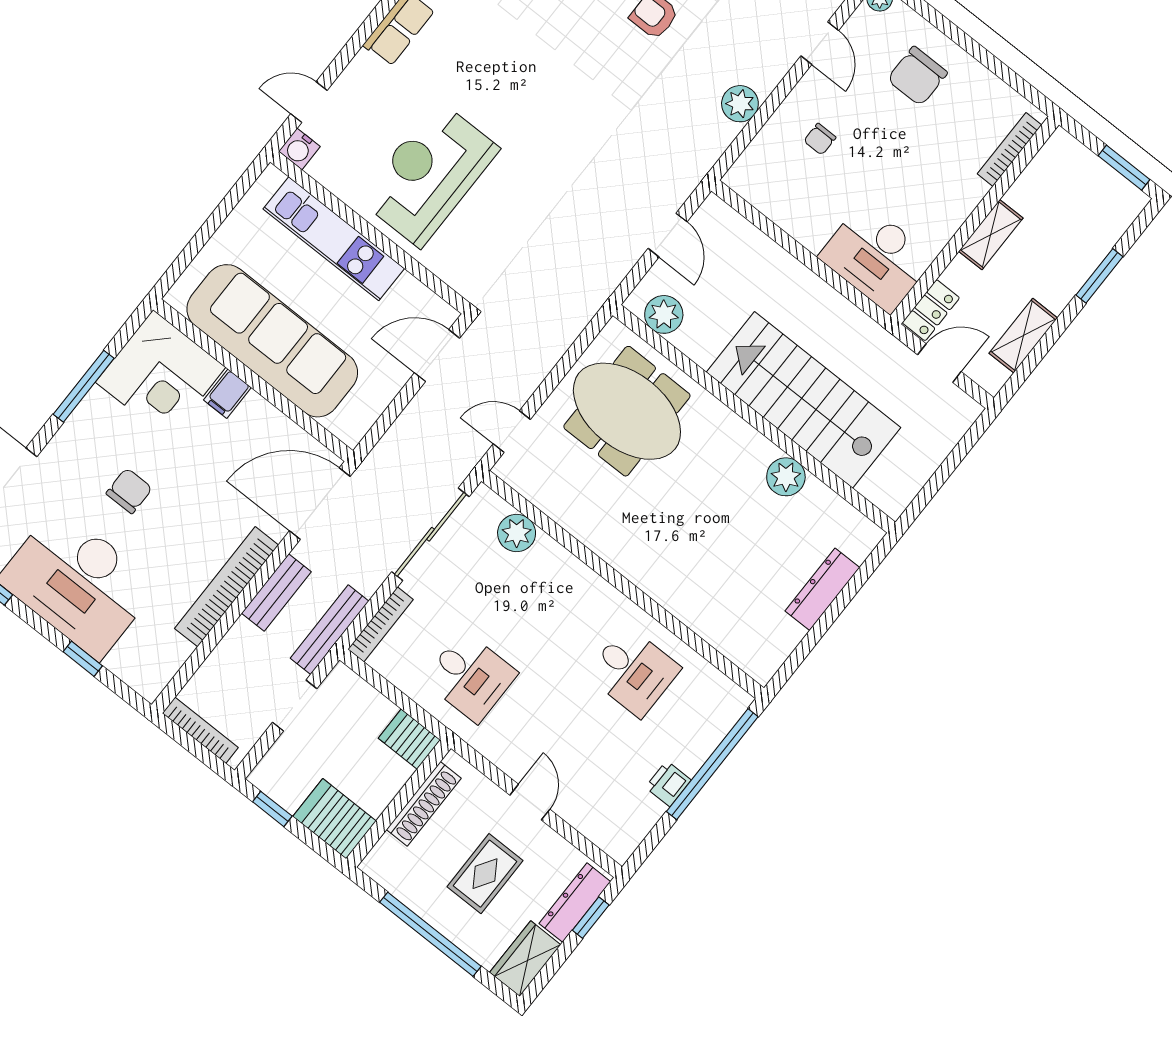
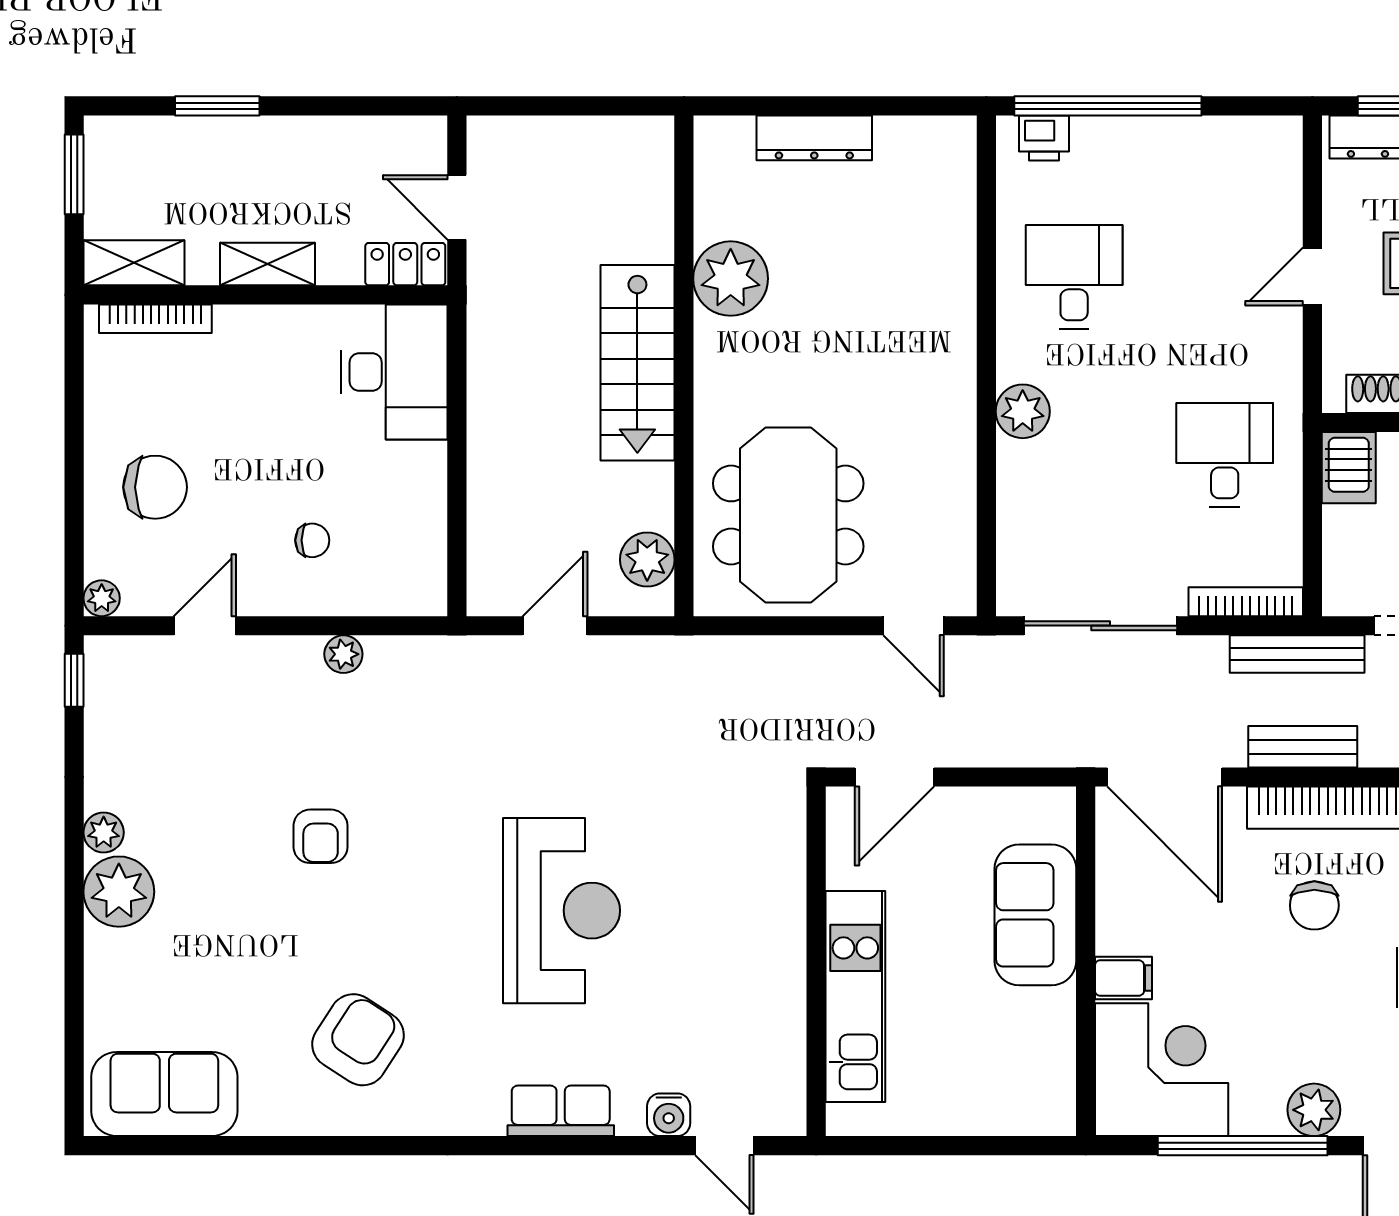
plant: (740, 104) -> (343, 654), width x0.73, depth x0.73
water cooler: (299, 149) -> (669, 1115), moved, turned 90
reception desk: (429, 174) -> (562, 911), moved, turned -90
shelving: (1023, 336) -> (134, 263), moved
sofa: (272, 341) -> (1035, 915), width x0.54, depth x0.79
door: (437, 356) -> (895, 777), hinge flipped
window: (84, 386) -> (1243, 1146), width x1.46
stairs: (803, 400) -> (637, 363), width x0.73, depth x0.66
plant: (72, 441) -> (1314, 1110), added
plant: (786, 477) -> (731, 279), width x1.36, depth x1.36
chair: (129, 491) -> (1314, 905), moved, turned -90
plant: (517, 533) -> (1023, 411), moved
printer: (668, 784) -> (1044, 138), moved

